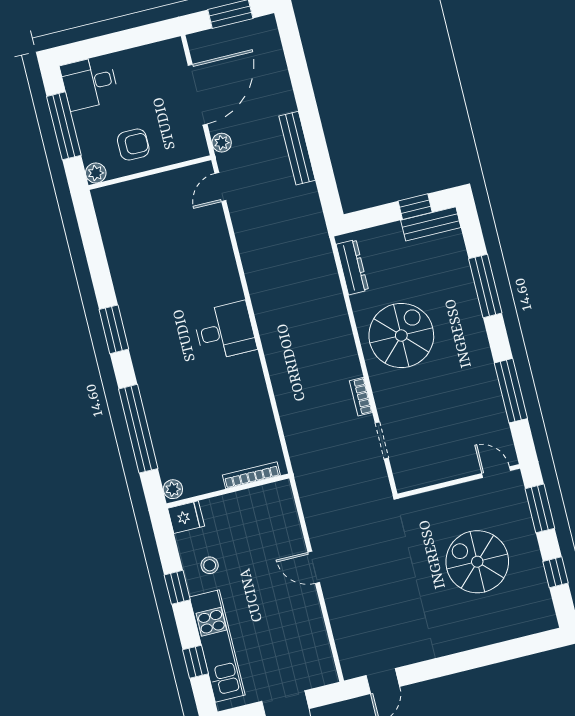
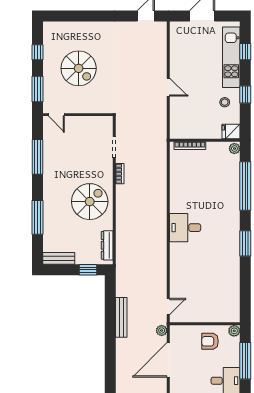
window: (415, 207) -> (88, 270), moved
spiral stairs: (401, 335) -> (90, 202), turned 180

